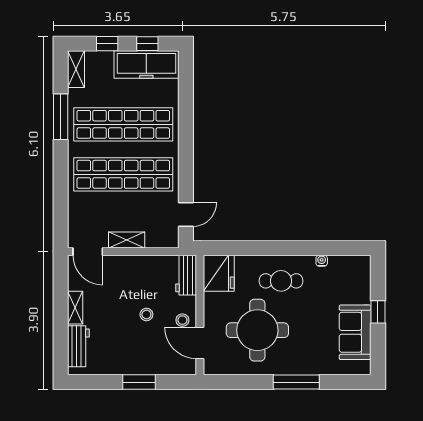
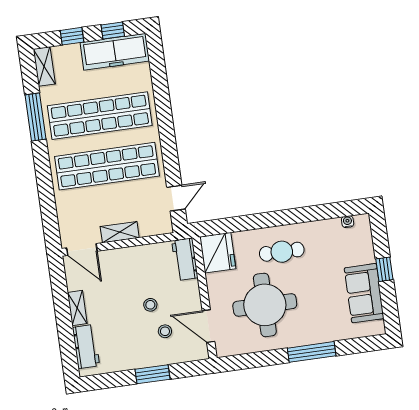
water cooler: (322, 261) -> (348, 222), moved
stool: (182, 320) -> (165, 331), moved

